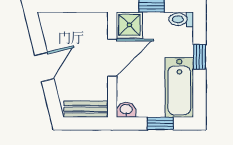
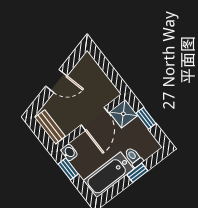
toilet: (181, 19) -> (134, 157), moved
door: (112, 58) -> (95, 119), hinge flipped
window: (160, 123) -> (68, 169), moved

